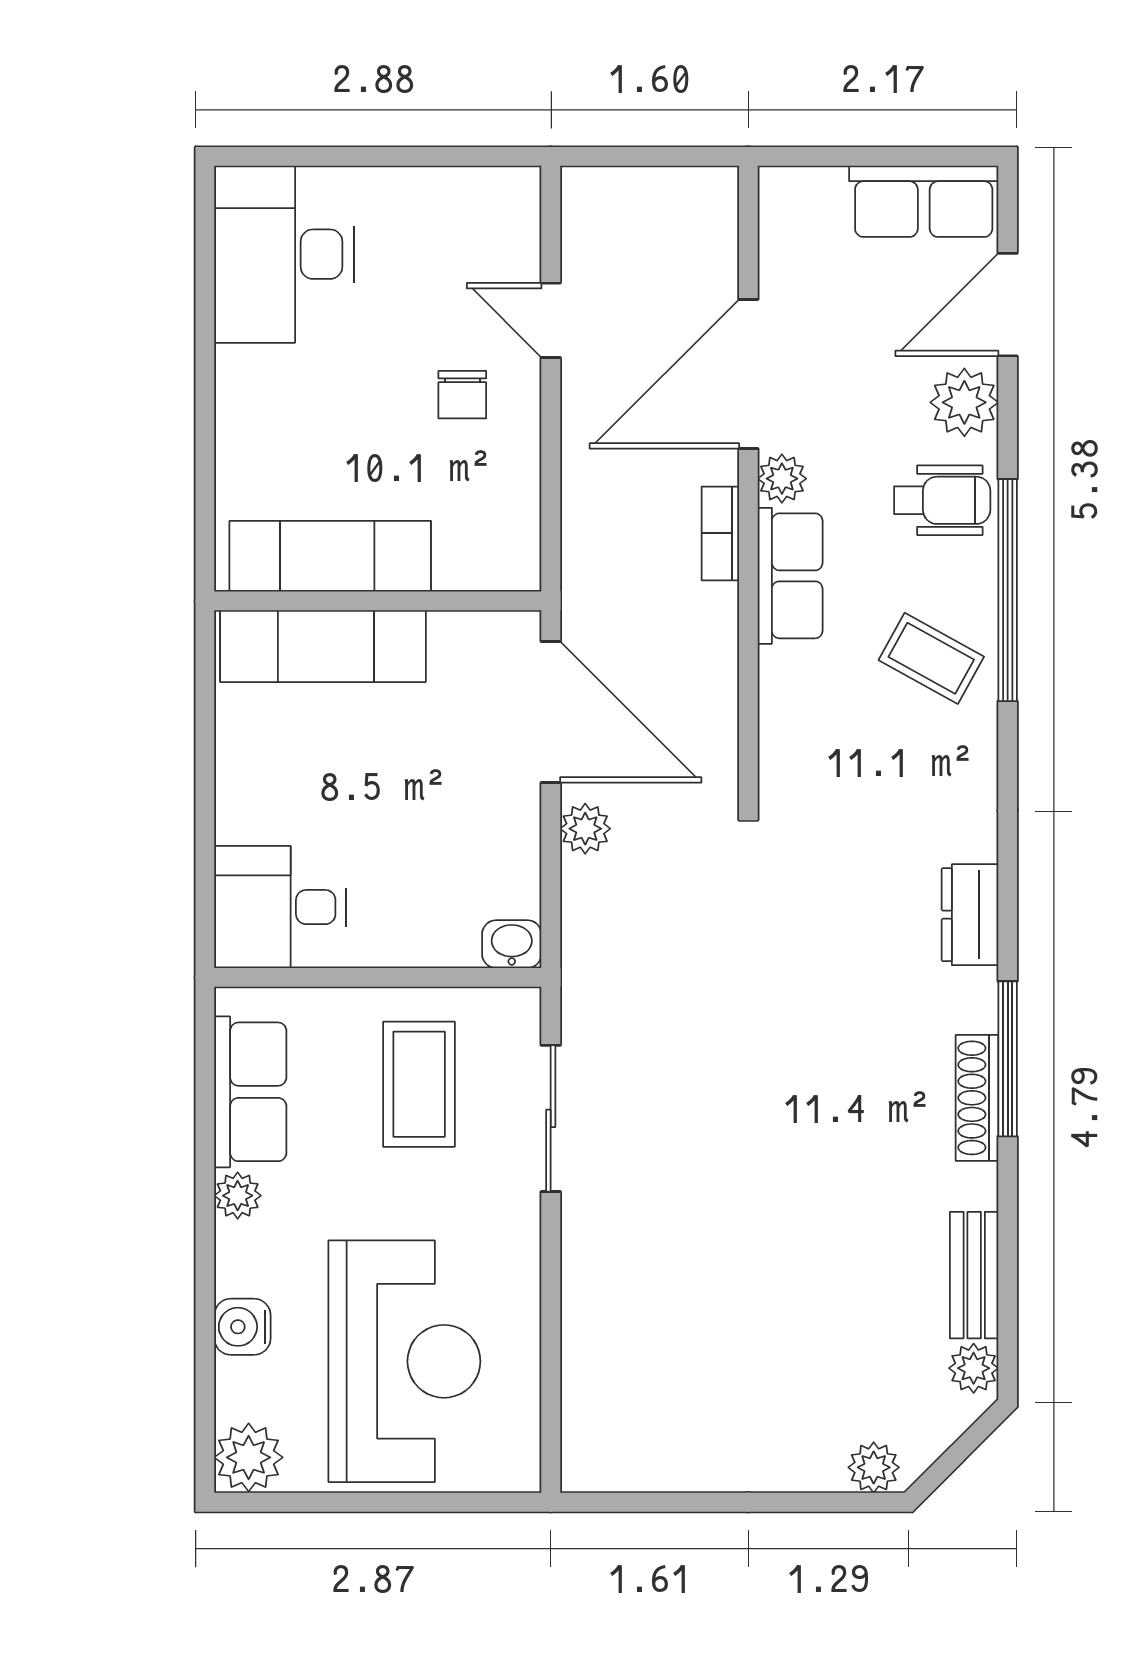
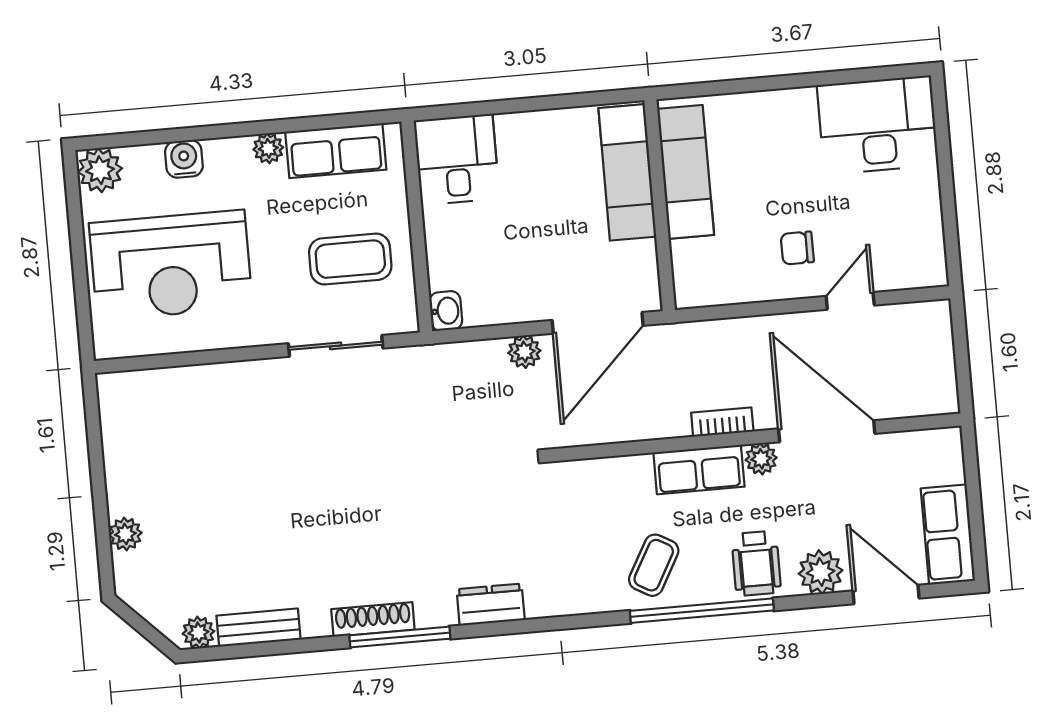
plant: (874, 1467) -> (125, 534), moved

